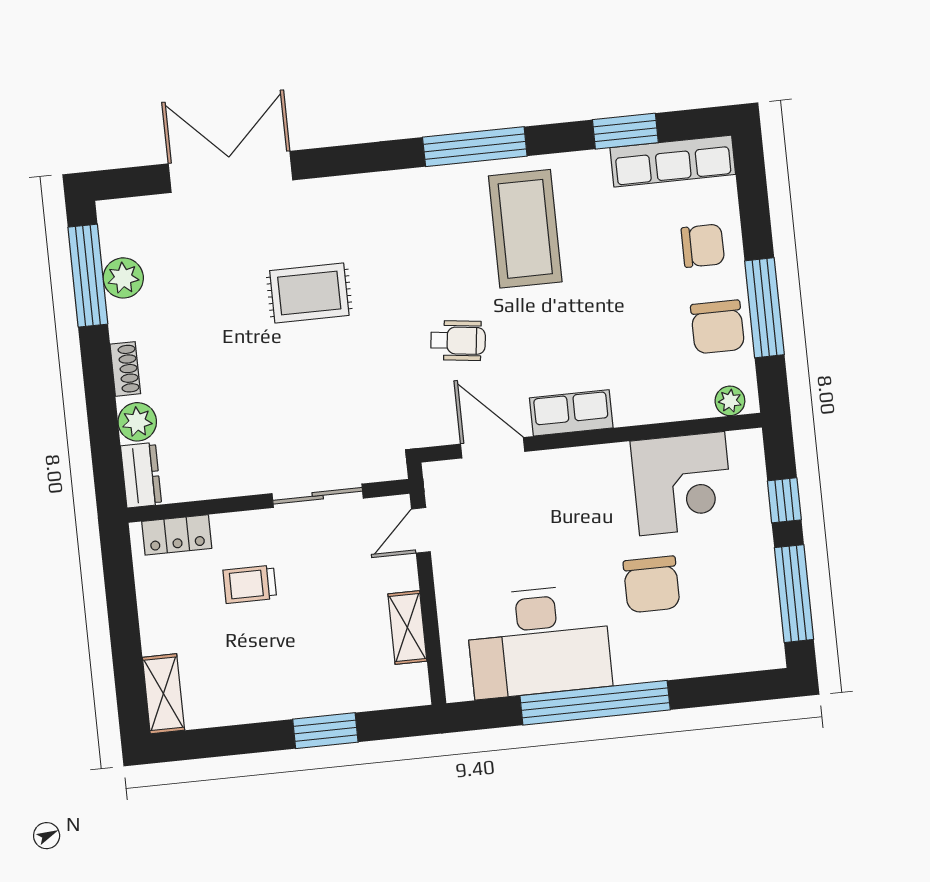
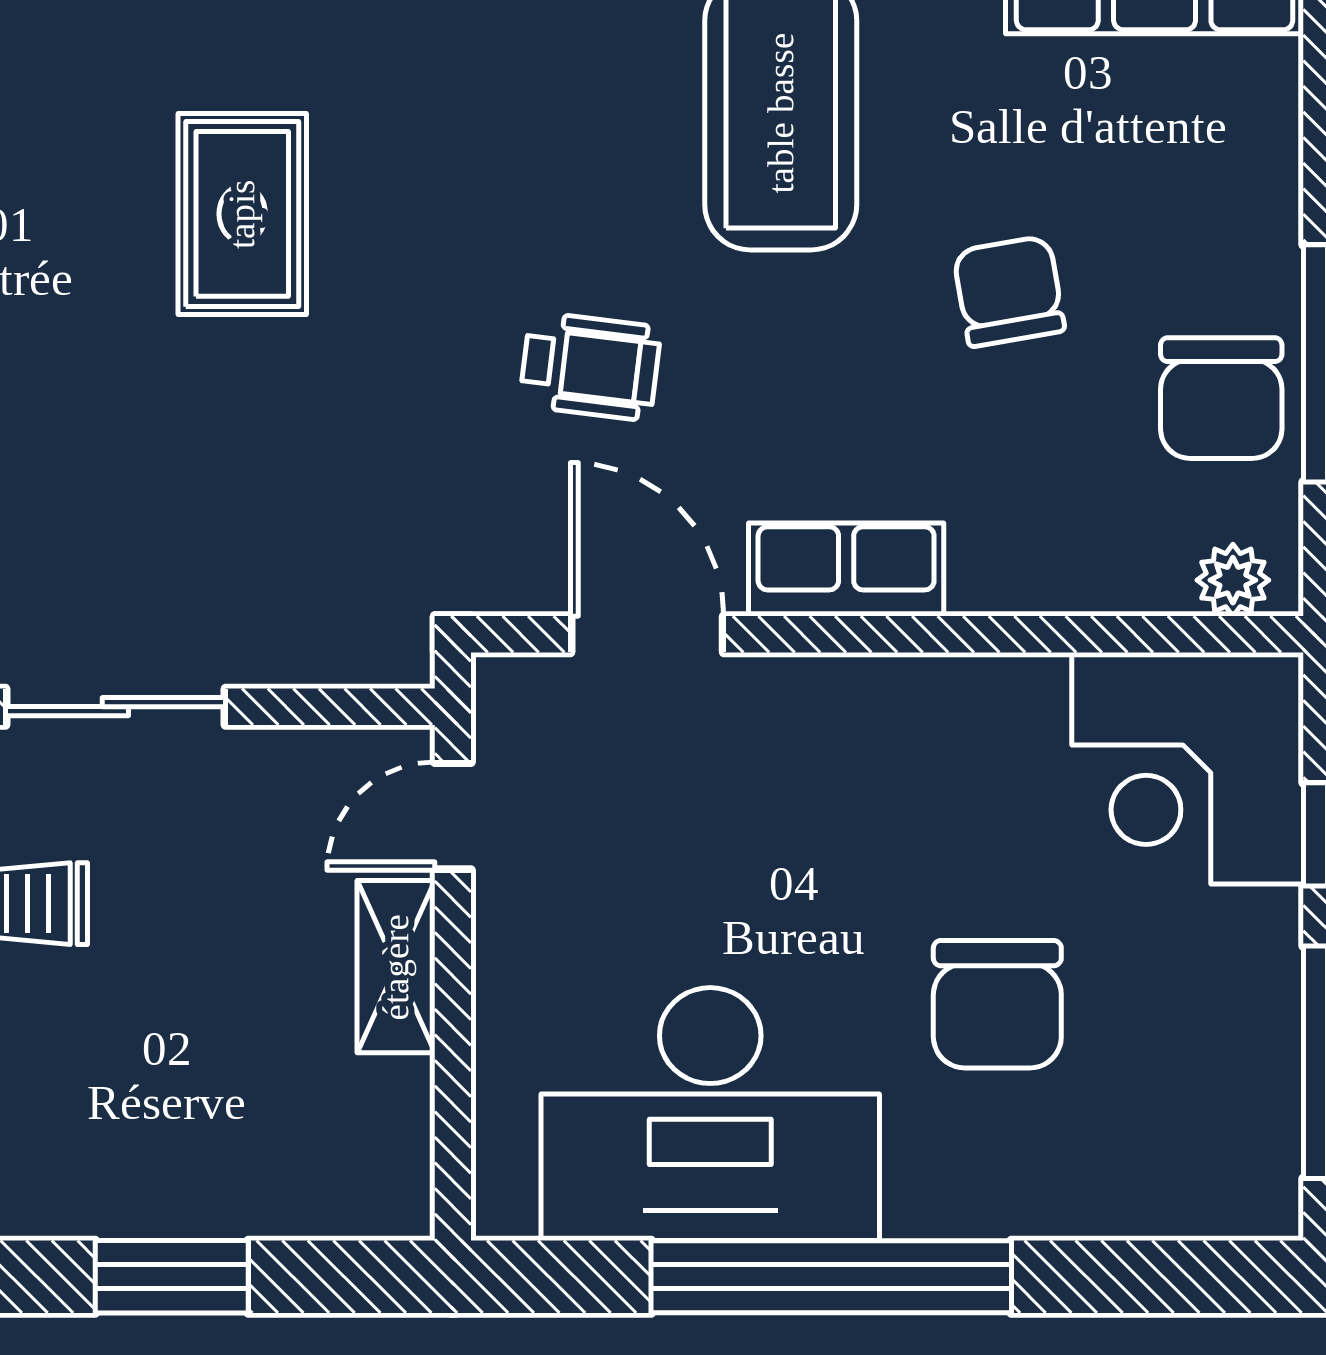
chair: (703, 246) -> (1009, 291), moved, turned -100
rug: (309, 293) -> (242, 214), turned 90
corner desk: (682, 484) -> (1188, 768), moved, turned 90
sliding door: (318, 496) -> (115, 707), moved
shelving: (407, 628) -> (396, 967), moved

